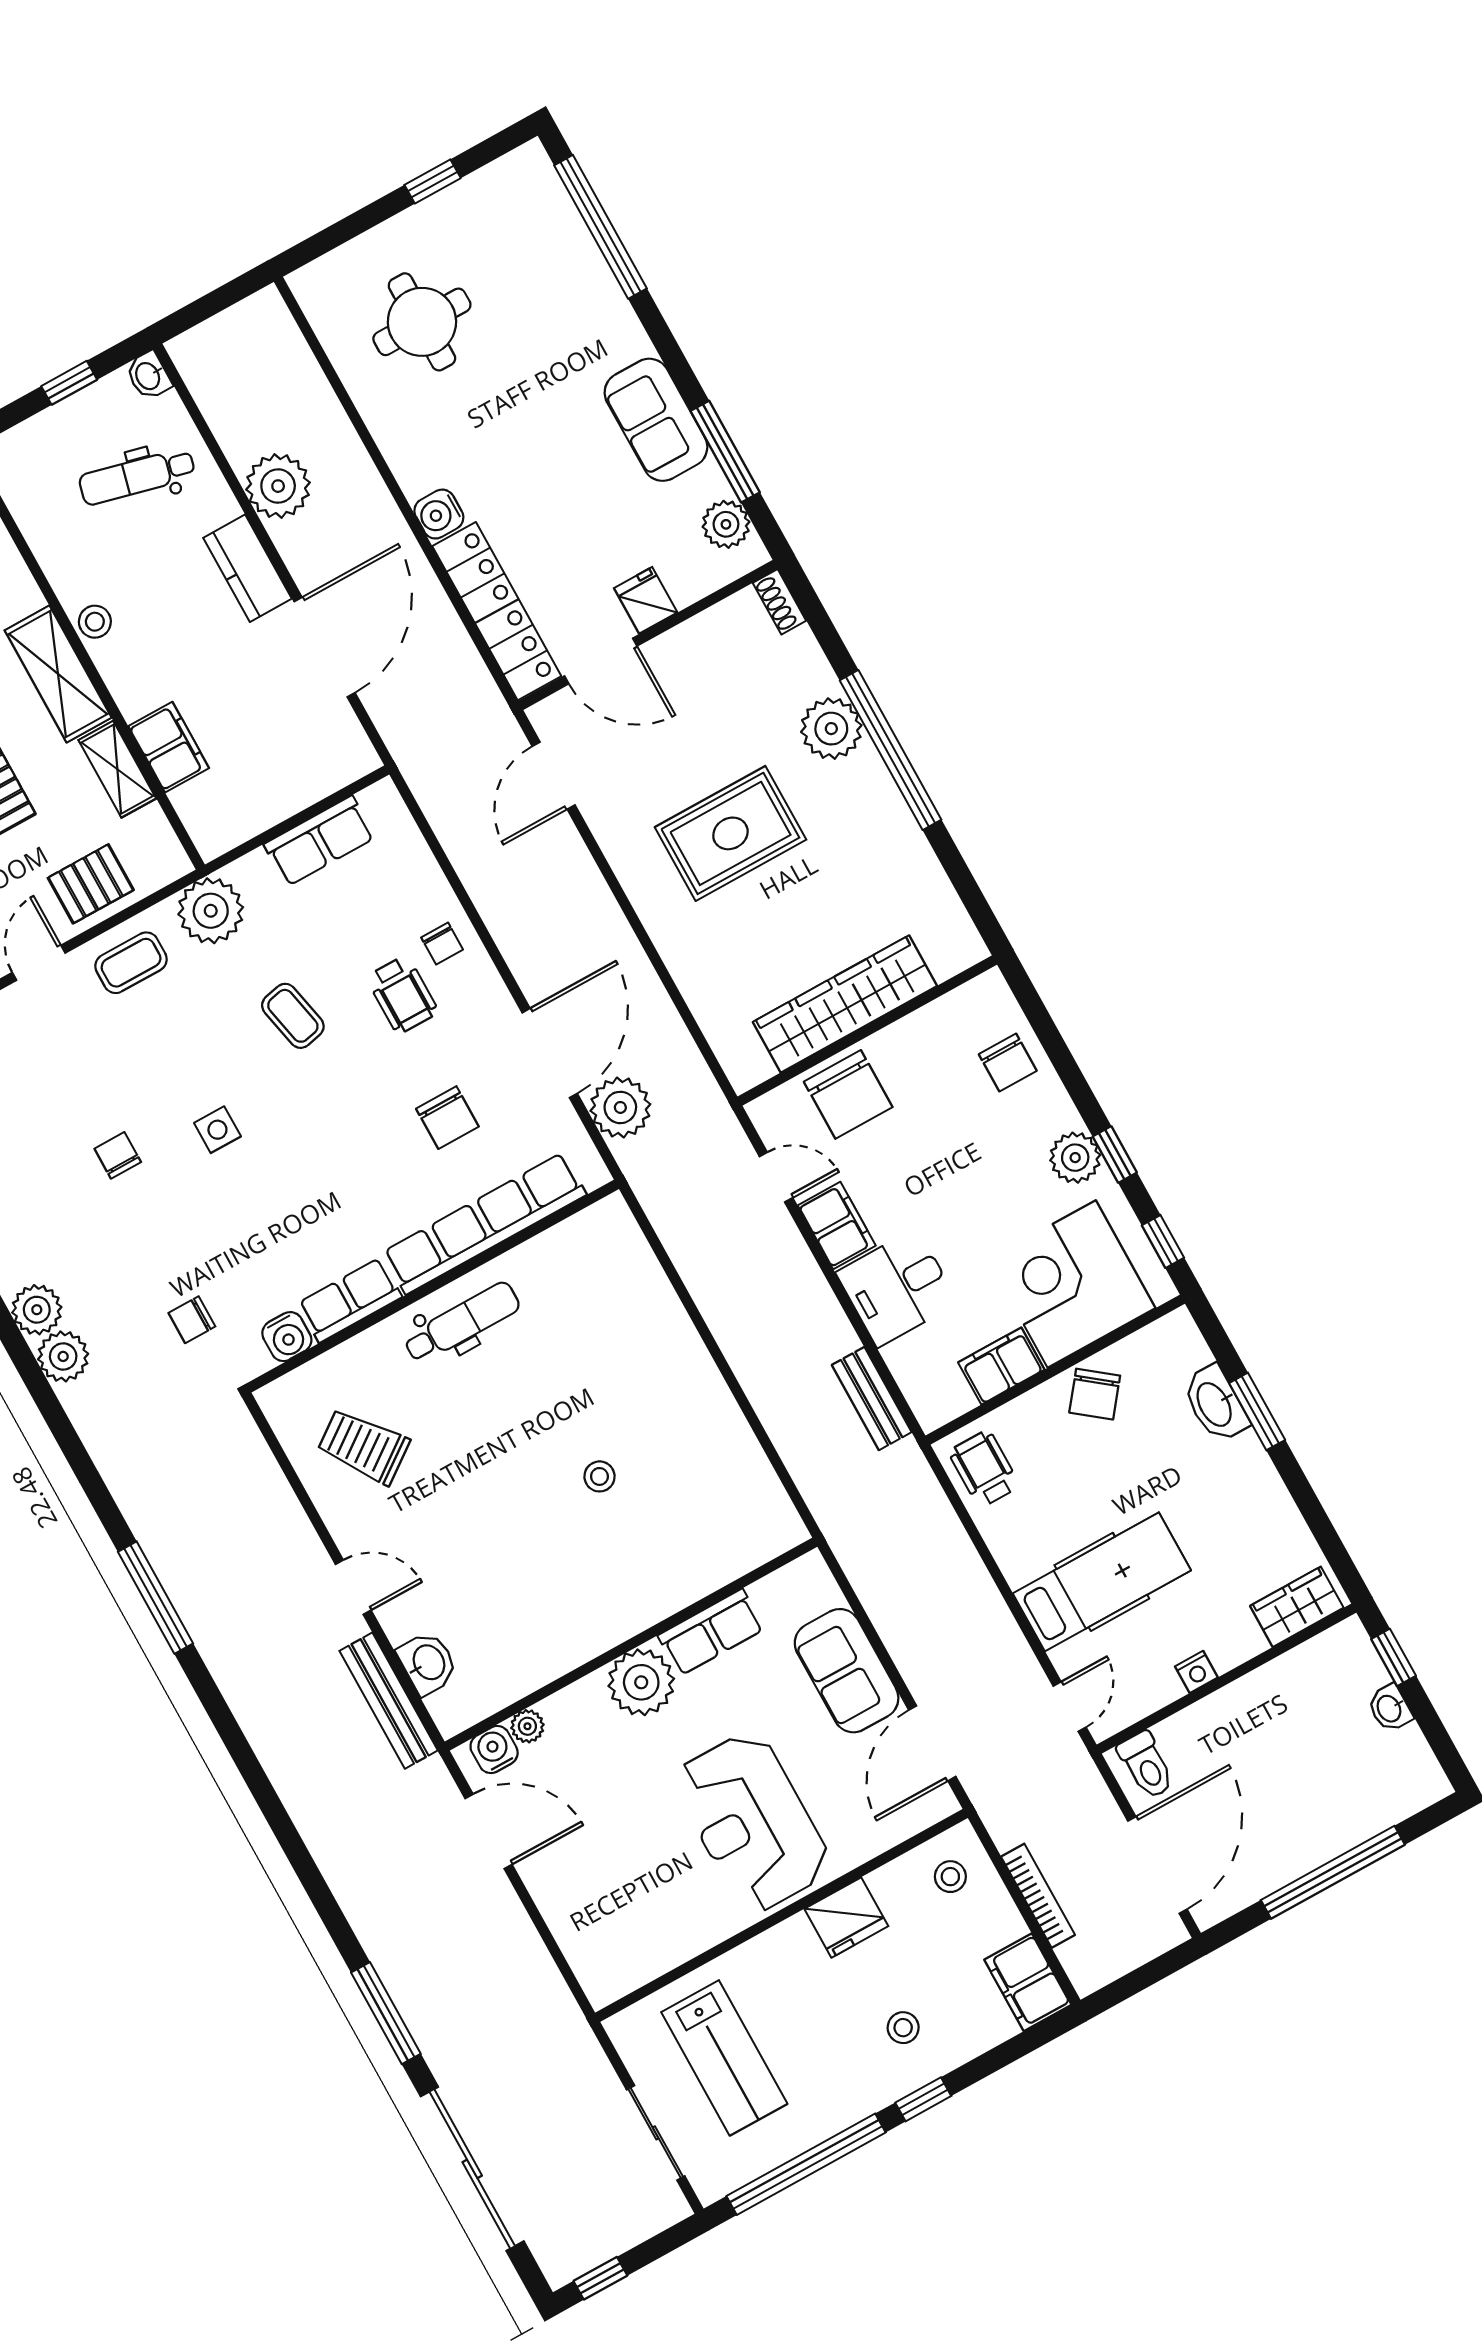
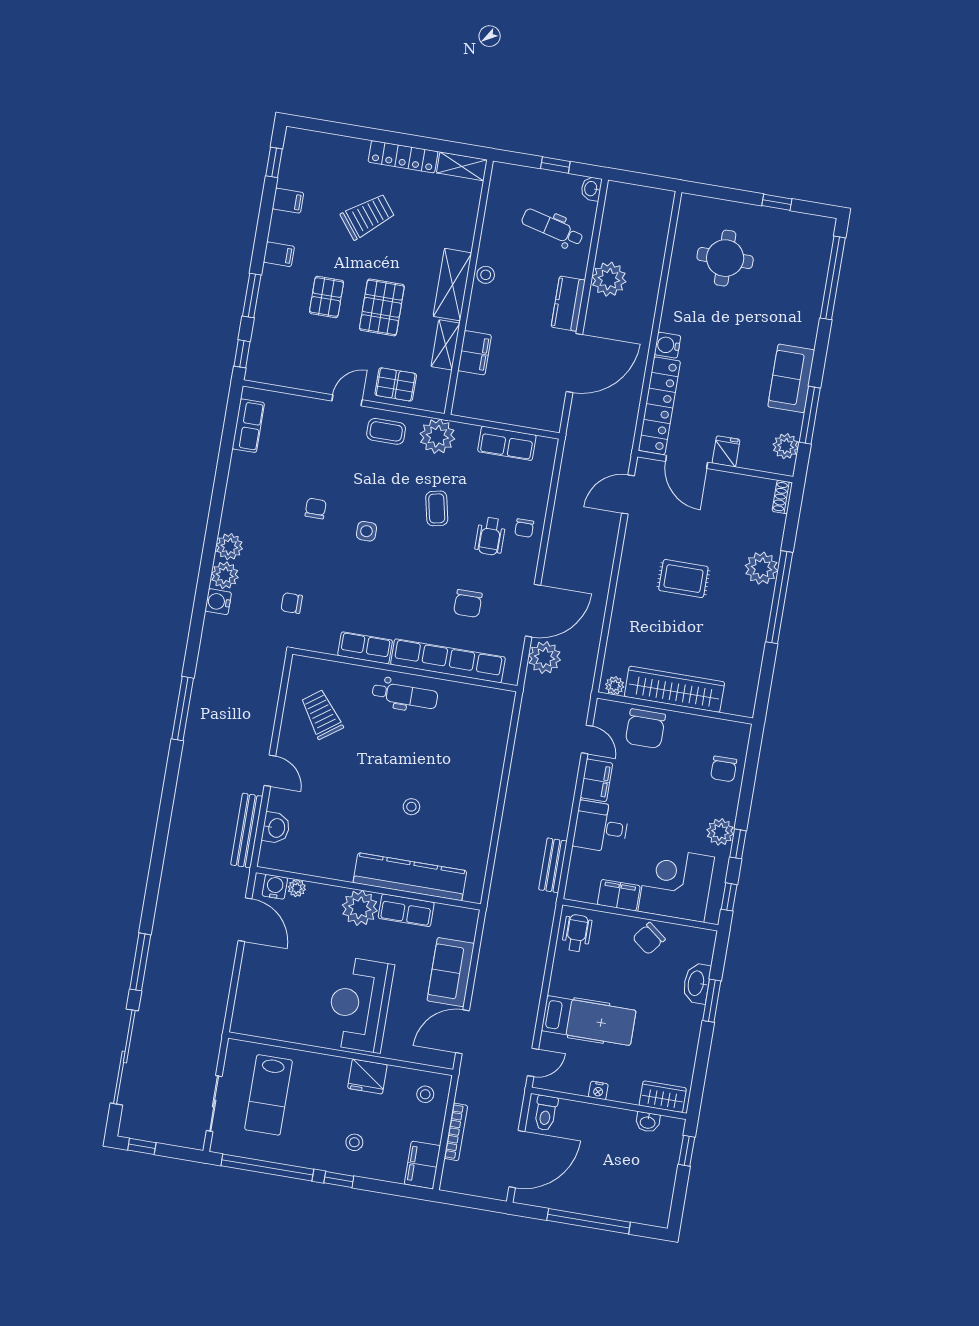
rug: (730, 833) -> (683, 579), width x0.73, depth x0.70
plant: (754, 1067) -> (615, 686), added
water cooler: (287, 1337) -> (218, 602), moved, turned 90
kitchen counter: (678, 1580) -> (410, 877), added
washbasin: (1390, 1708) -> (648, 1122), moved, turned -90

